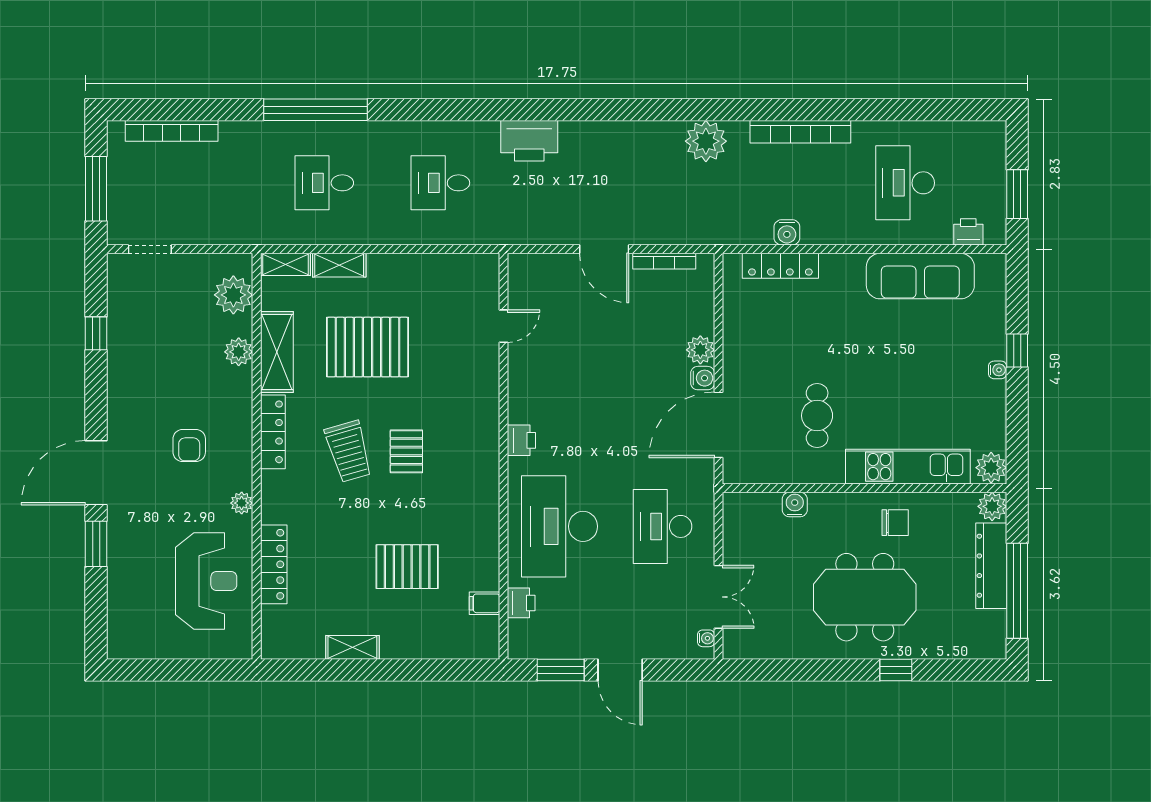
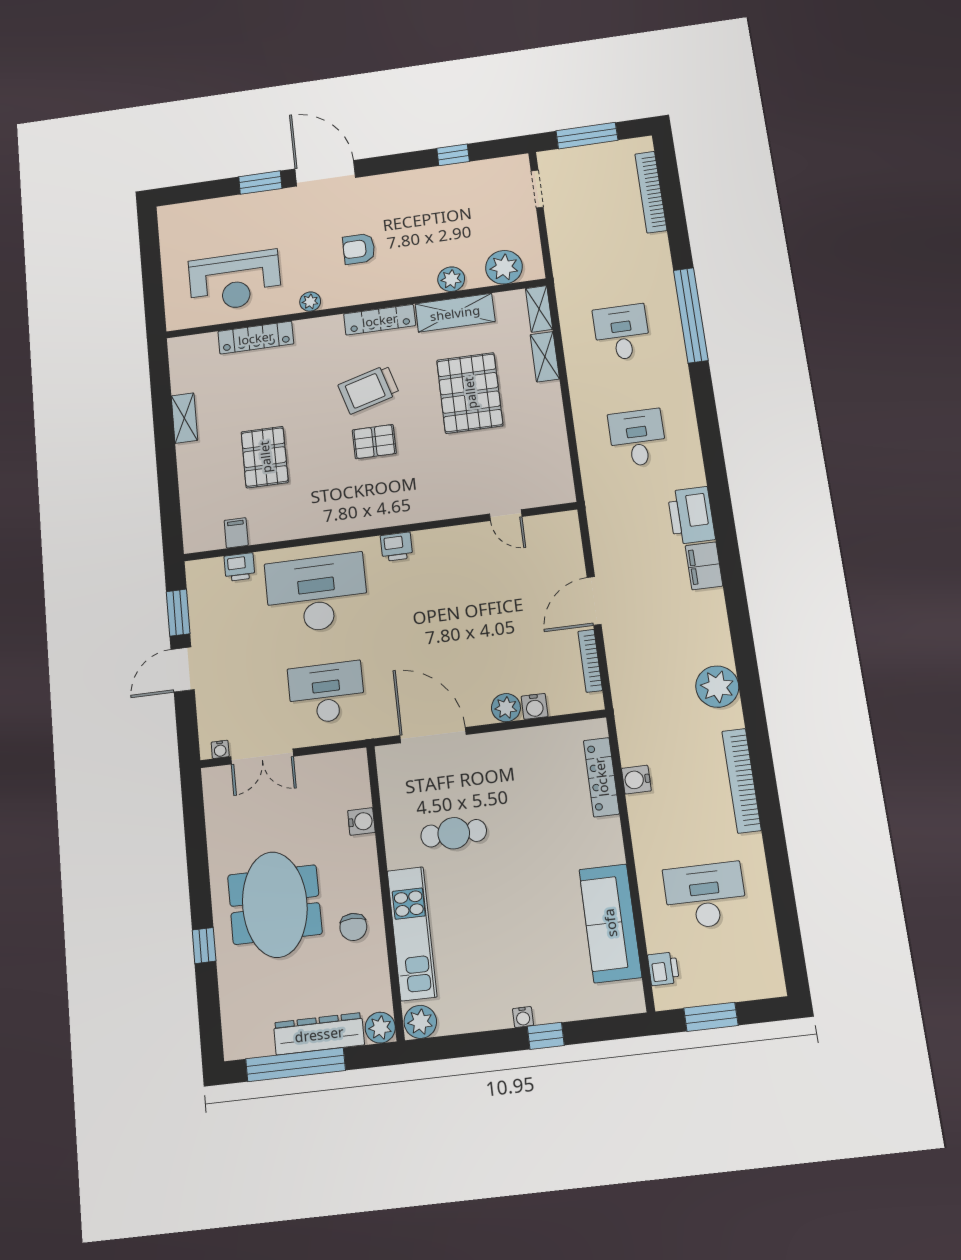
filing cabinet: (583, 136) -> (704, 566), added
water cooler: (703, 378) -> (535, 706), moved

